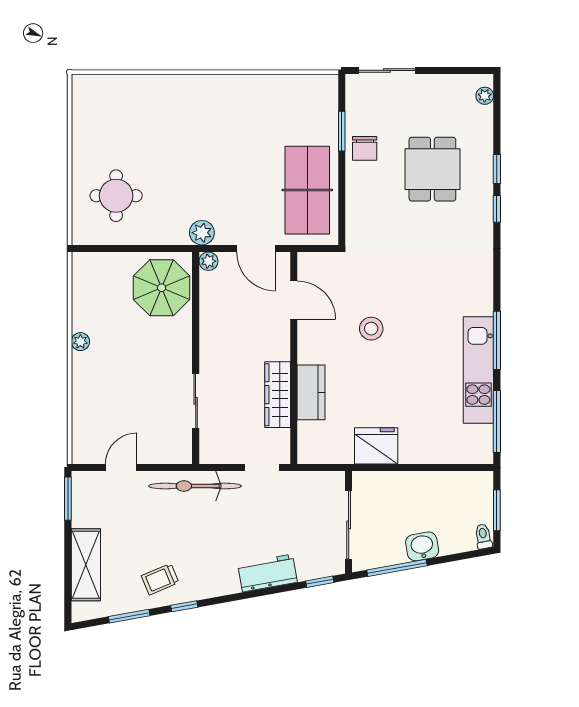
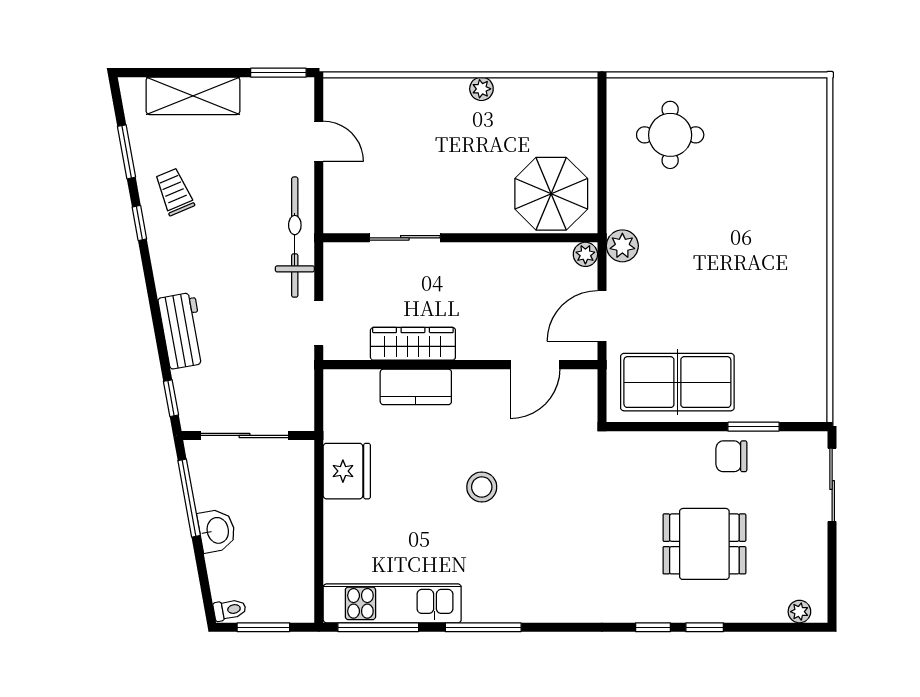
stool: (371, 329) -> (482, 487), moved
kitchen unit: (478, 370) -> (392, 603), moved

